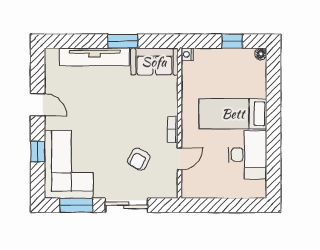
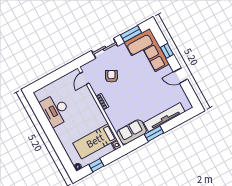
bed: (233, 114) -> (95, 141), moved, turned 180
door: (179, 159) -> (85, 78), moved

